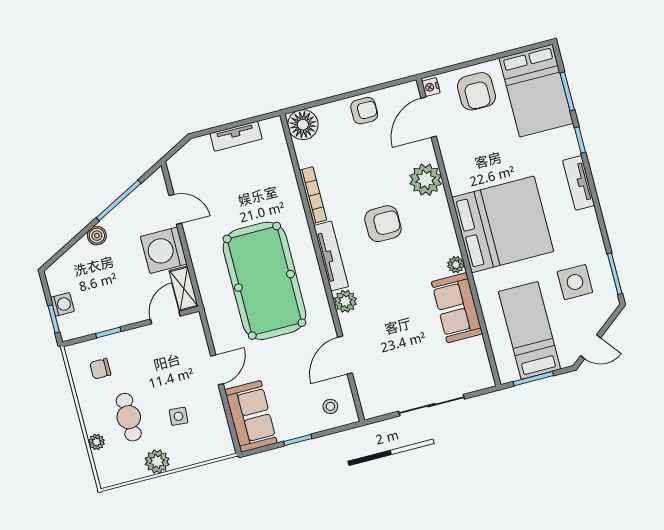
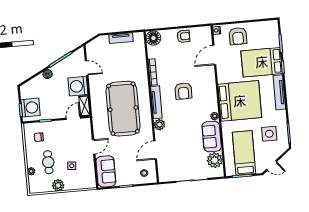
bed: (536, 91) -> (262, 62), moved, turned 90
door: (429, 117) -> (214, 55), moved
plant: (426, 180) -> (215, 160), moved
tv unit: (579, 183) -> (279, 92), width x1.41
armchair: (383, 224) -> (183, 91), turned 90
washing machine: (62, 304) -> (30, 108), width x1.89, depth x1.89

